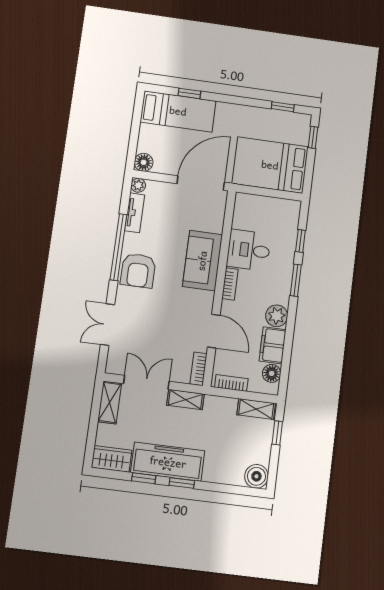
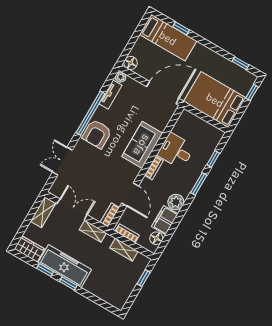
shelving: (256, 409) -> (124, 250), moved
boiler: (256, 476) -> (118, 300), removed

